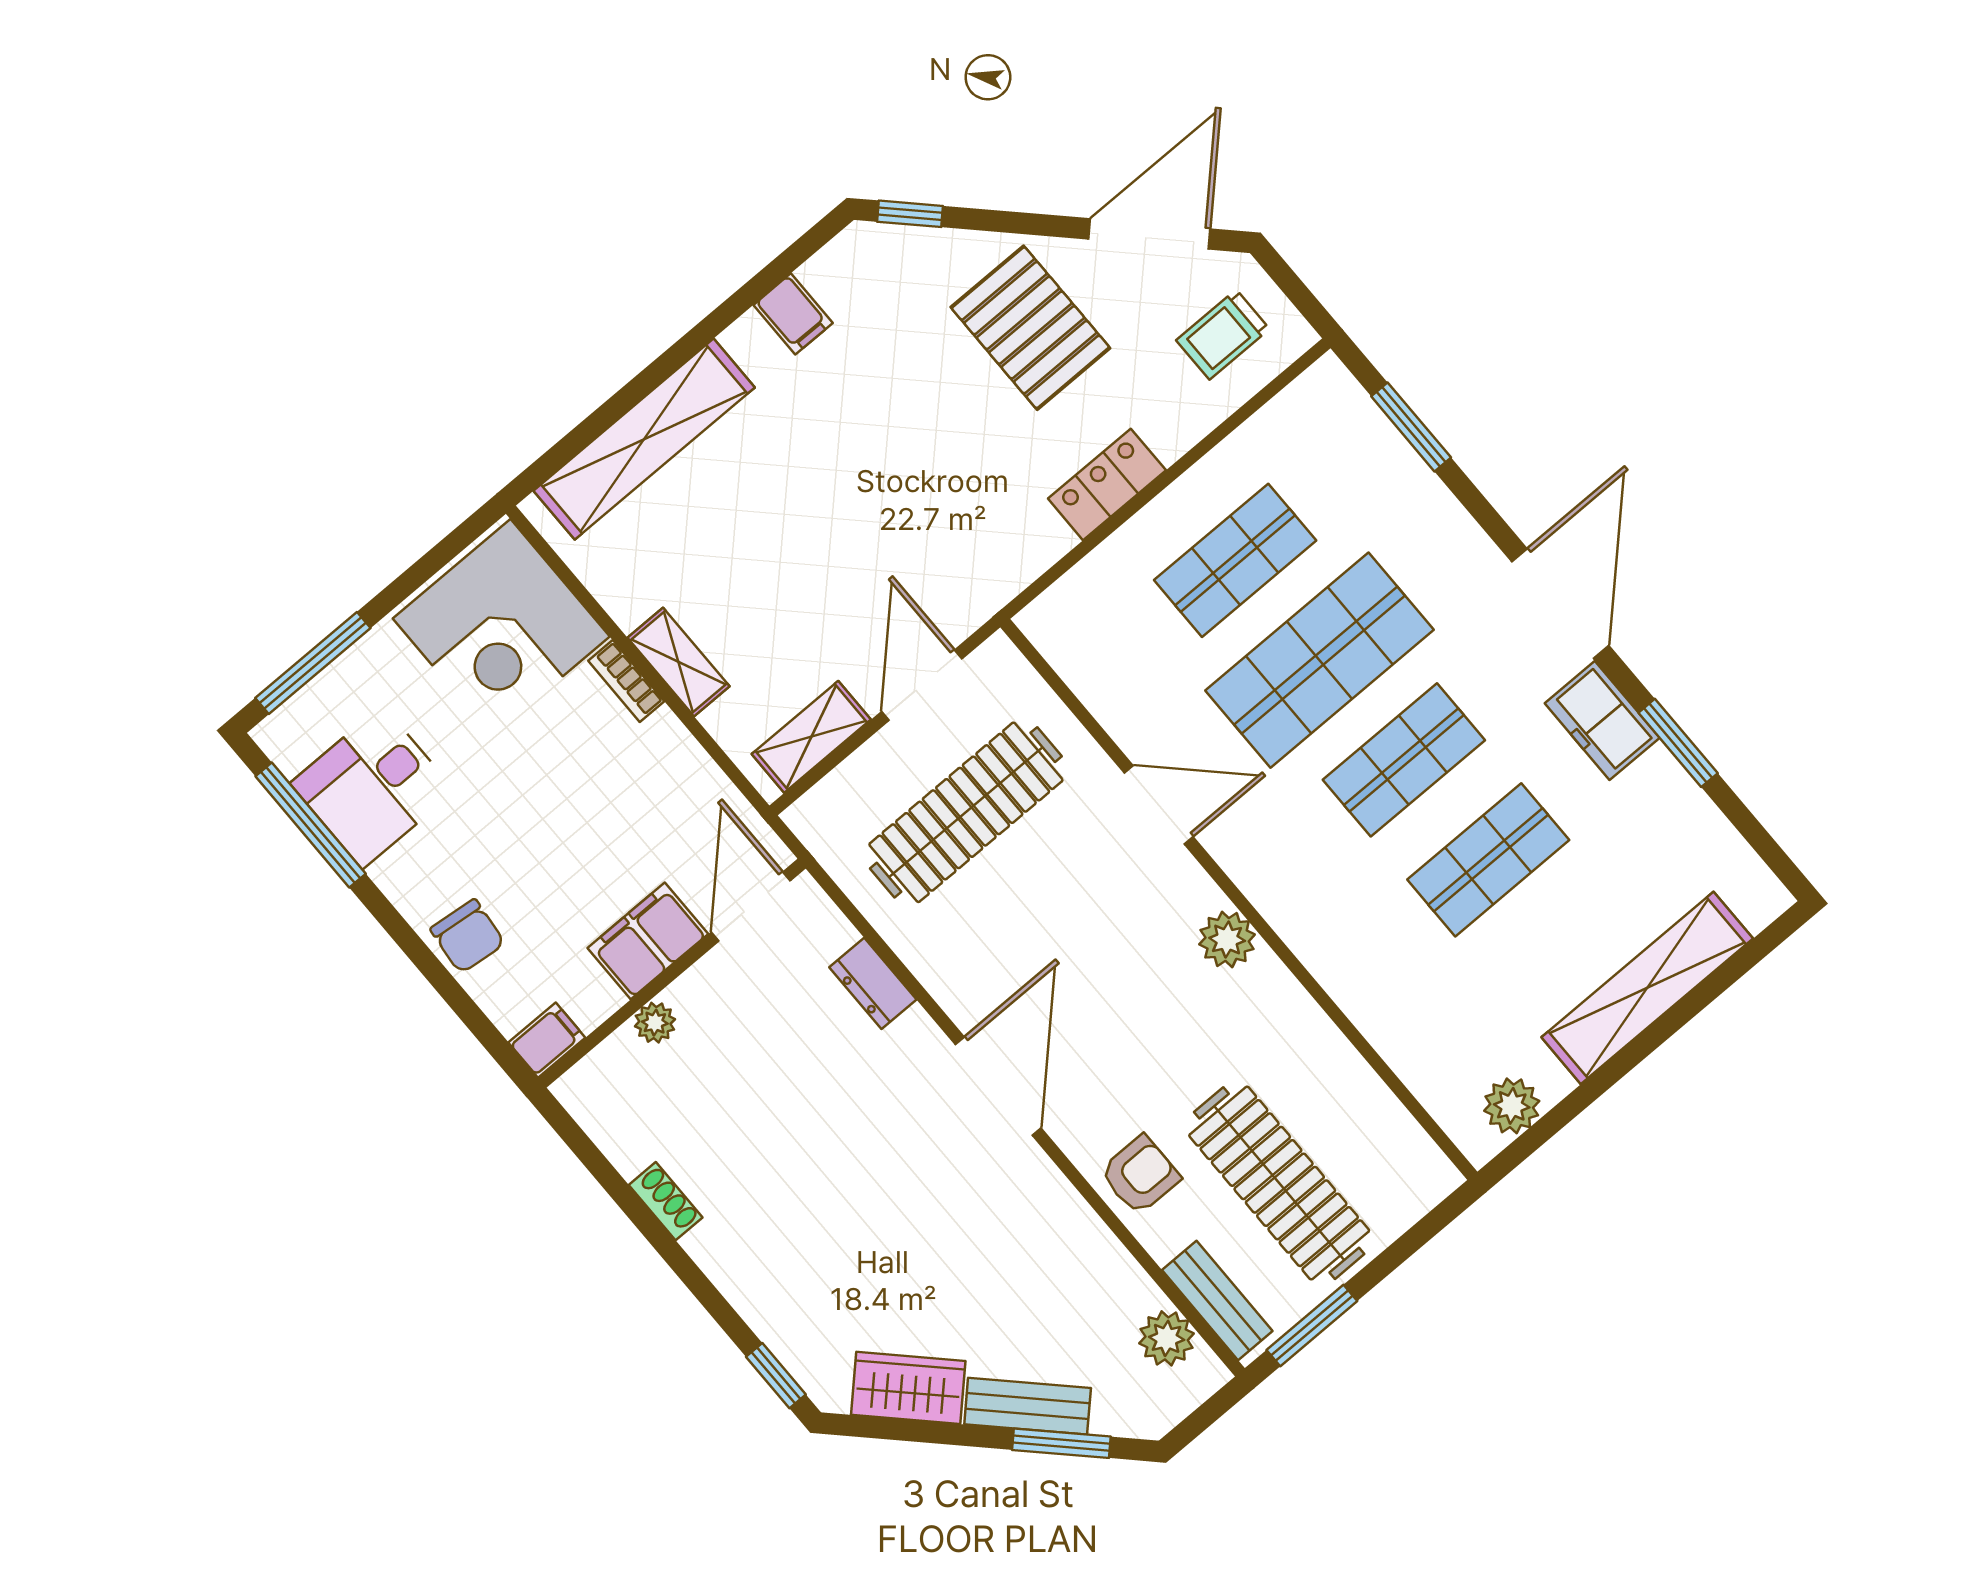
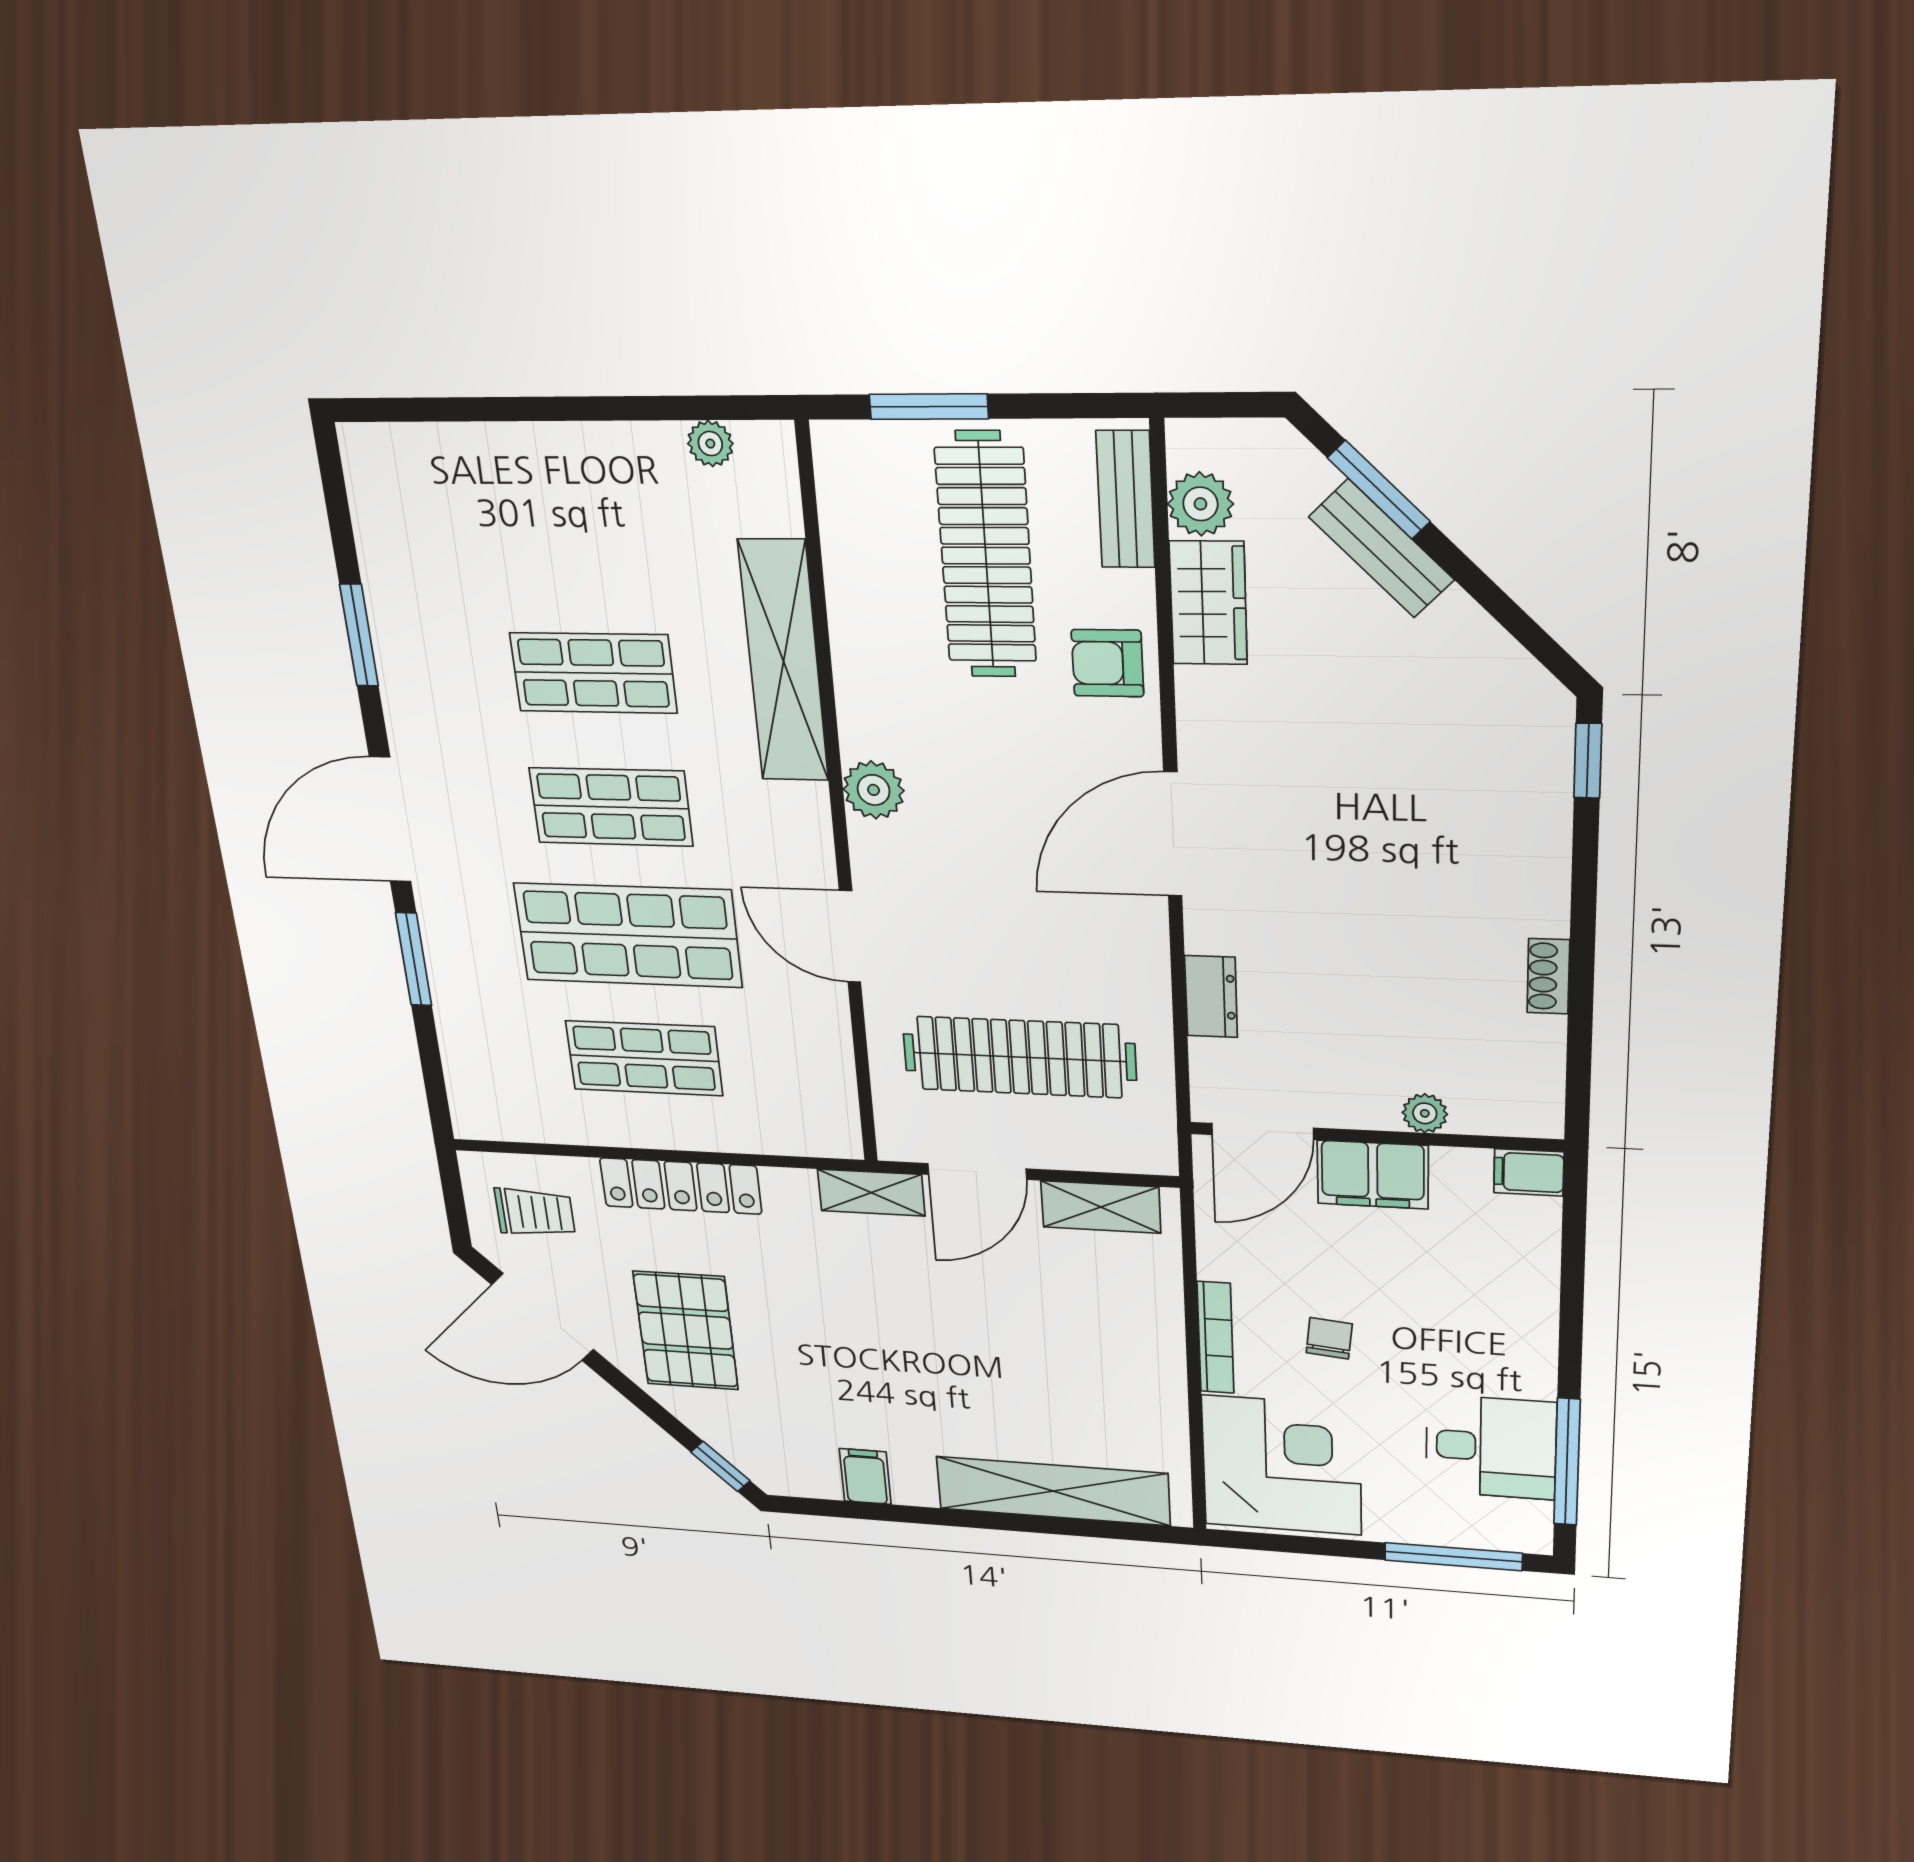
window: (1411, 427) -> (414, 959), moved
locker: (1107, 484) -> (681, 1186), width x1.53
shelving: (679, 662) -> (871, 1193), moved, turned 90
bookcase: (626, 681) -> (1215, 1338), width x1.56
freezer: (1602, 720) -> (415, 704), removed
chair: (468, 936) -> (1329, 1338), moved, width x0.73, depth x0.73
shelving: (1647, 988) -> (784, 661), moved, turned 90
plant: (1512, 1106) -> (710, 444), width x0.73, depth x0.73
window: (1312, 1325) -> (929, 407), moved
wardrobe: (908, 1388) -> (1208, 603), moved, turned -135

